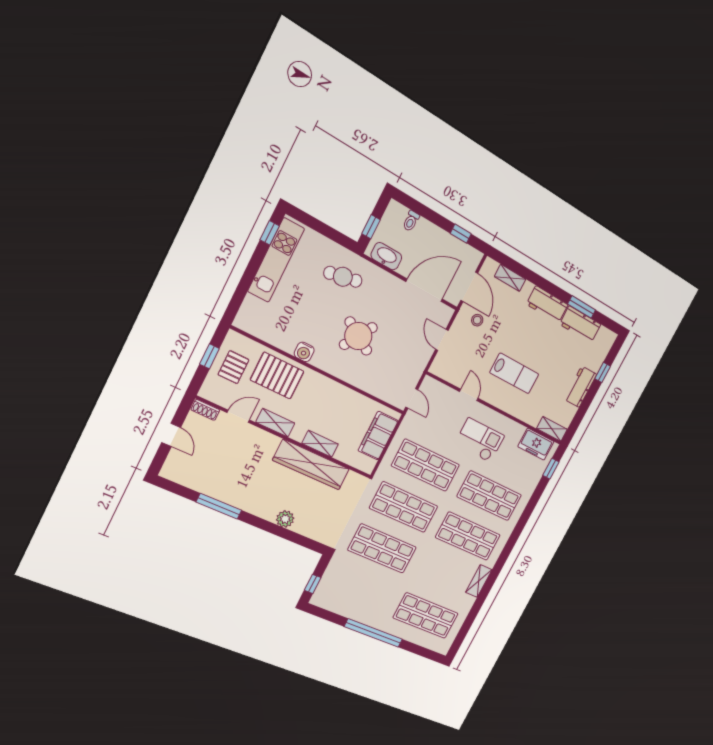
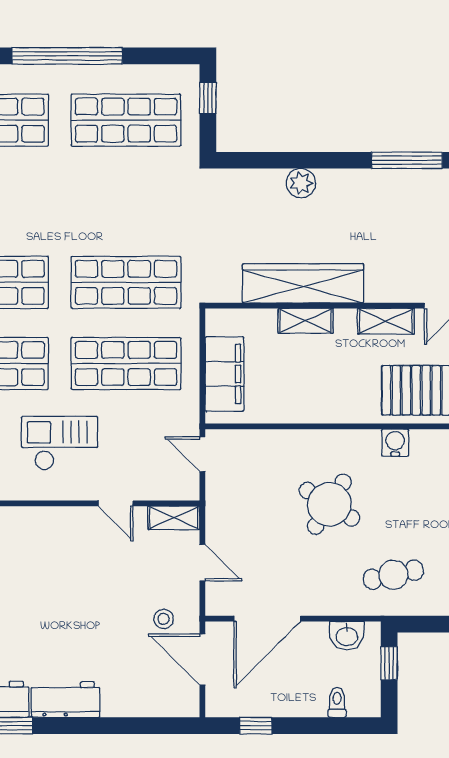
washbasin: (386, 256) -> (347, 636), width x0.72
shelving: (510, 278) -> (174, 518), moved
lab bench: (514, 373) -> (60, 572), removed
checkout: (479, 440) -> (60, 443), turned 180
shop shelf: (382, 549) -> (126, 120), moved

